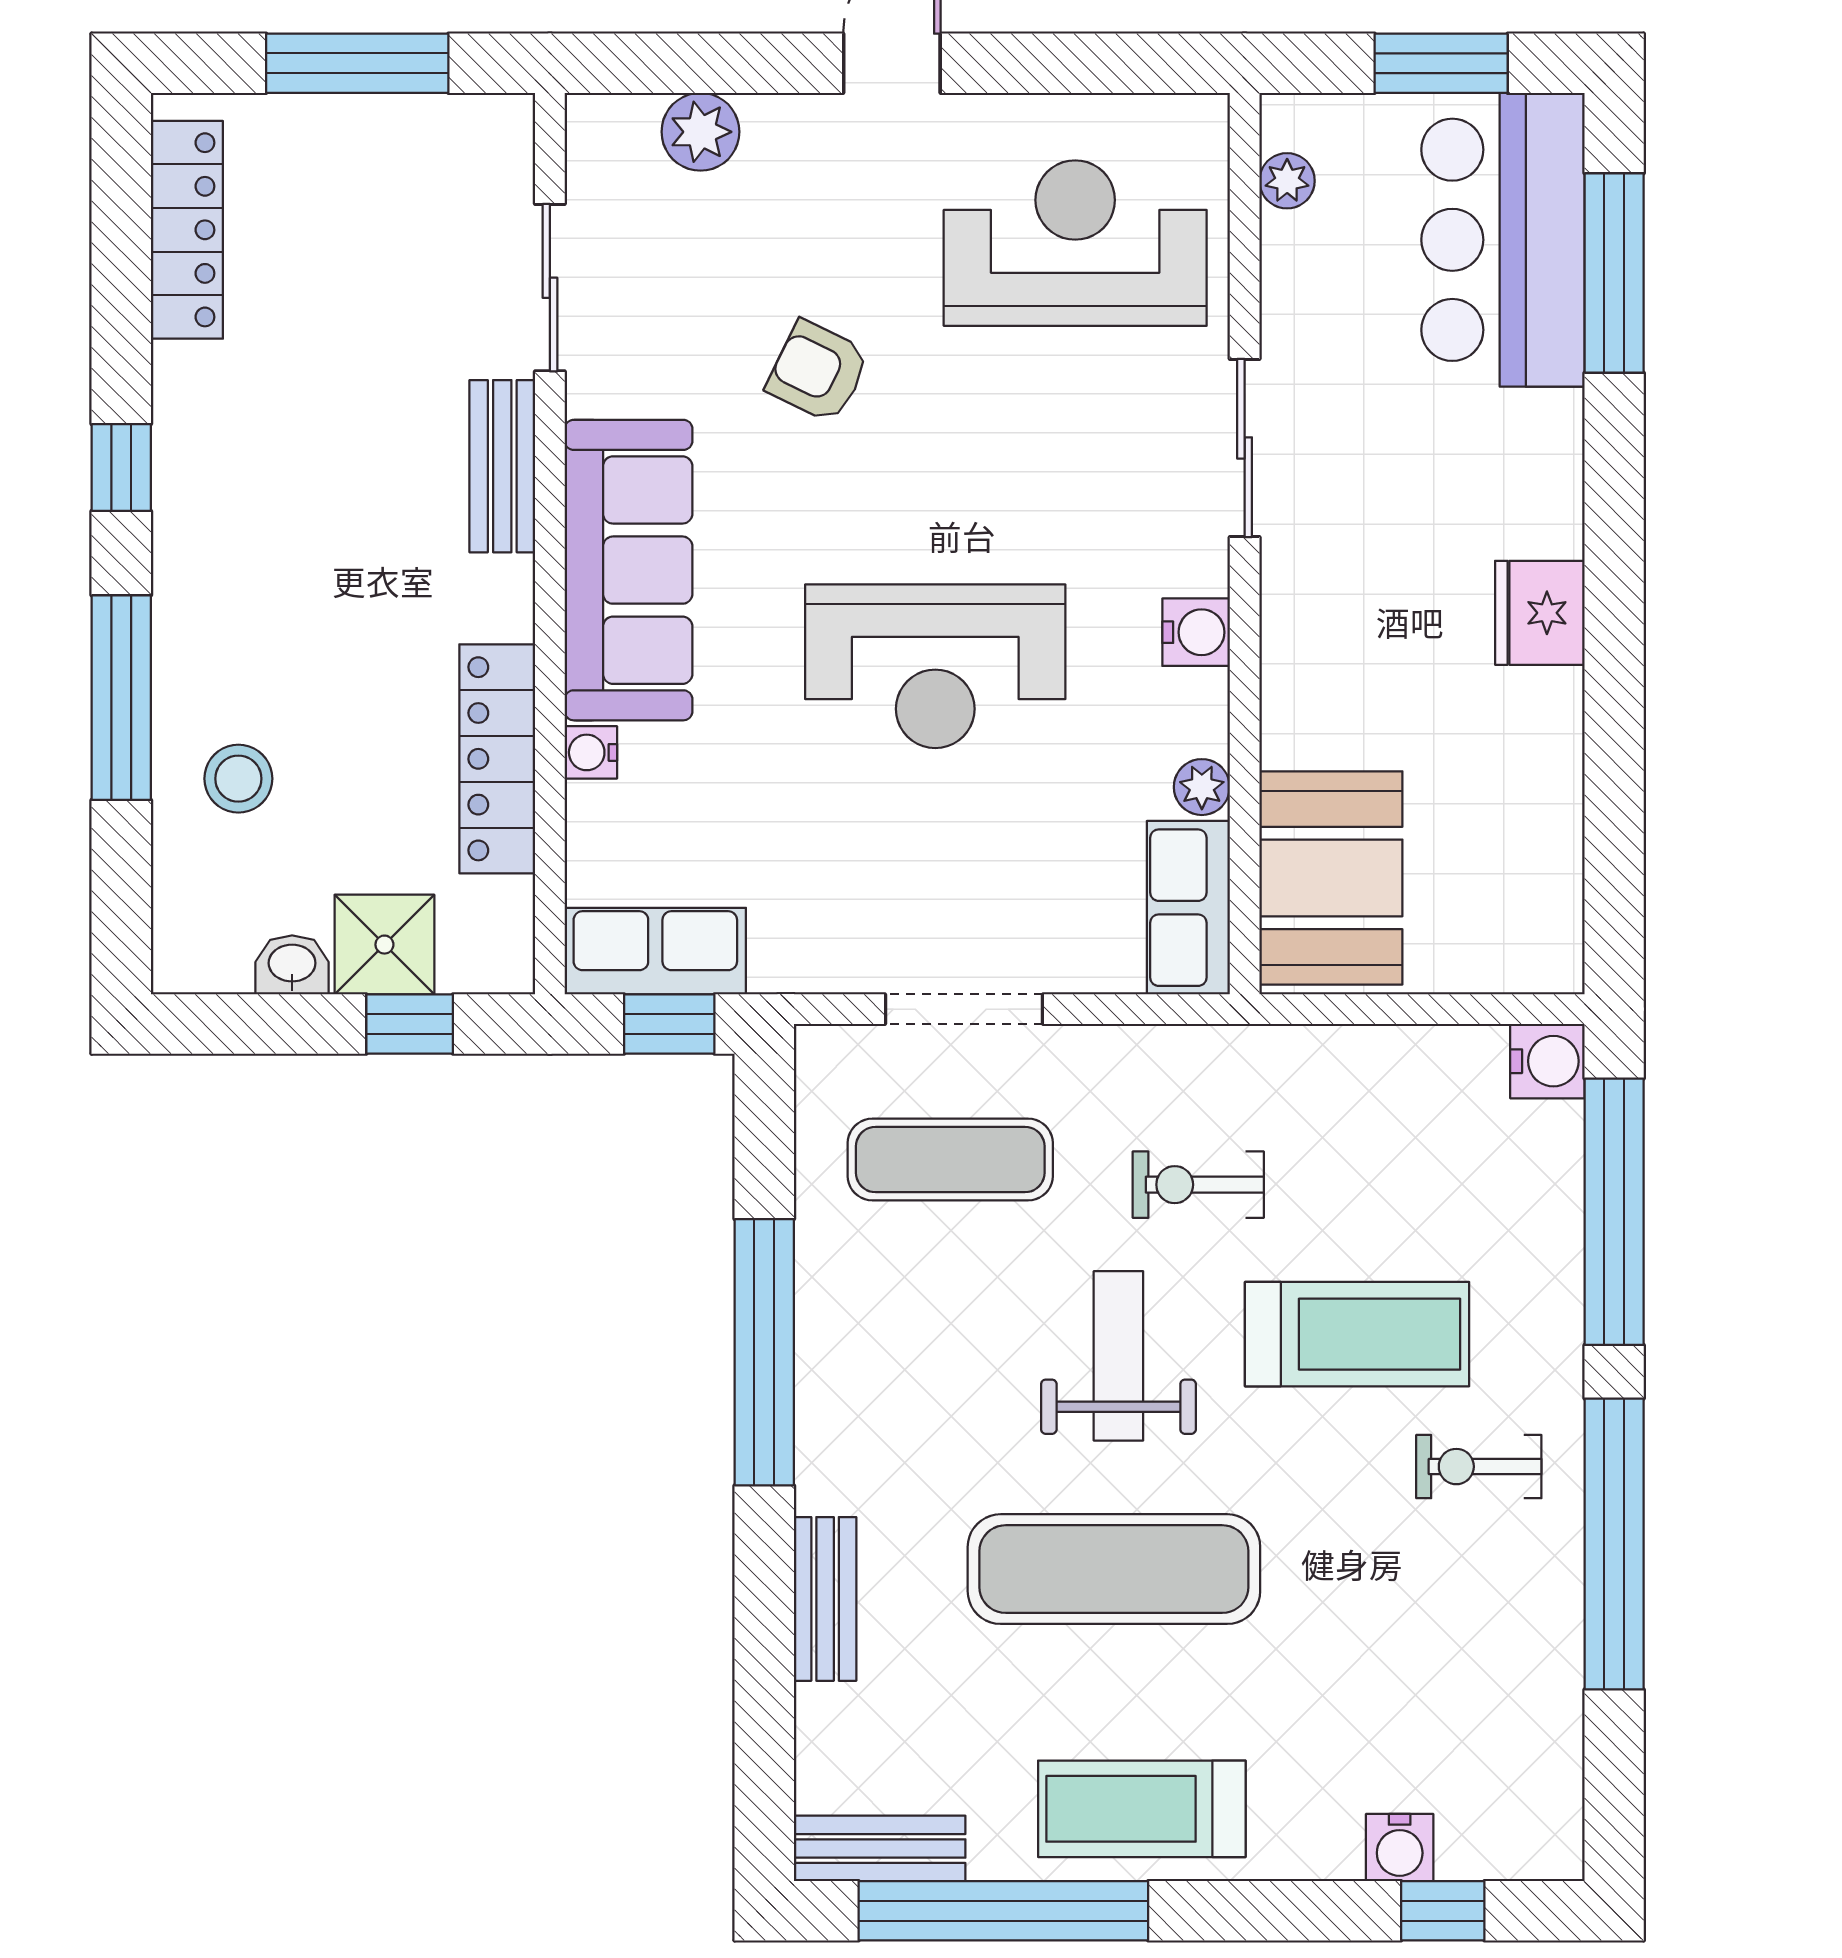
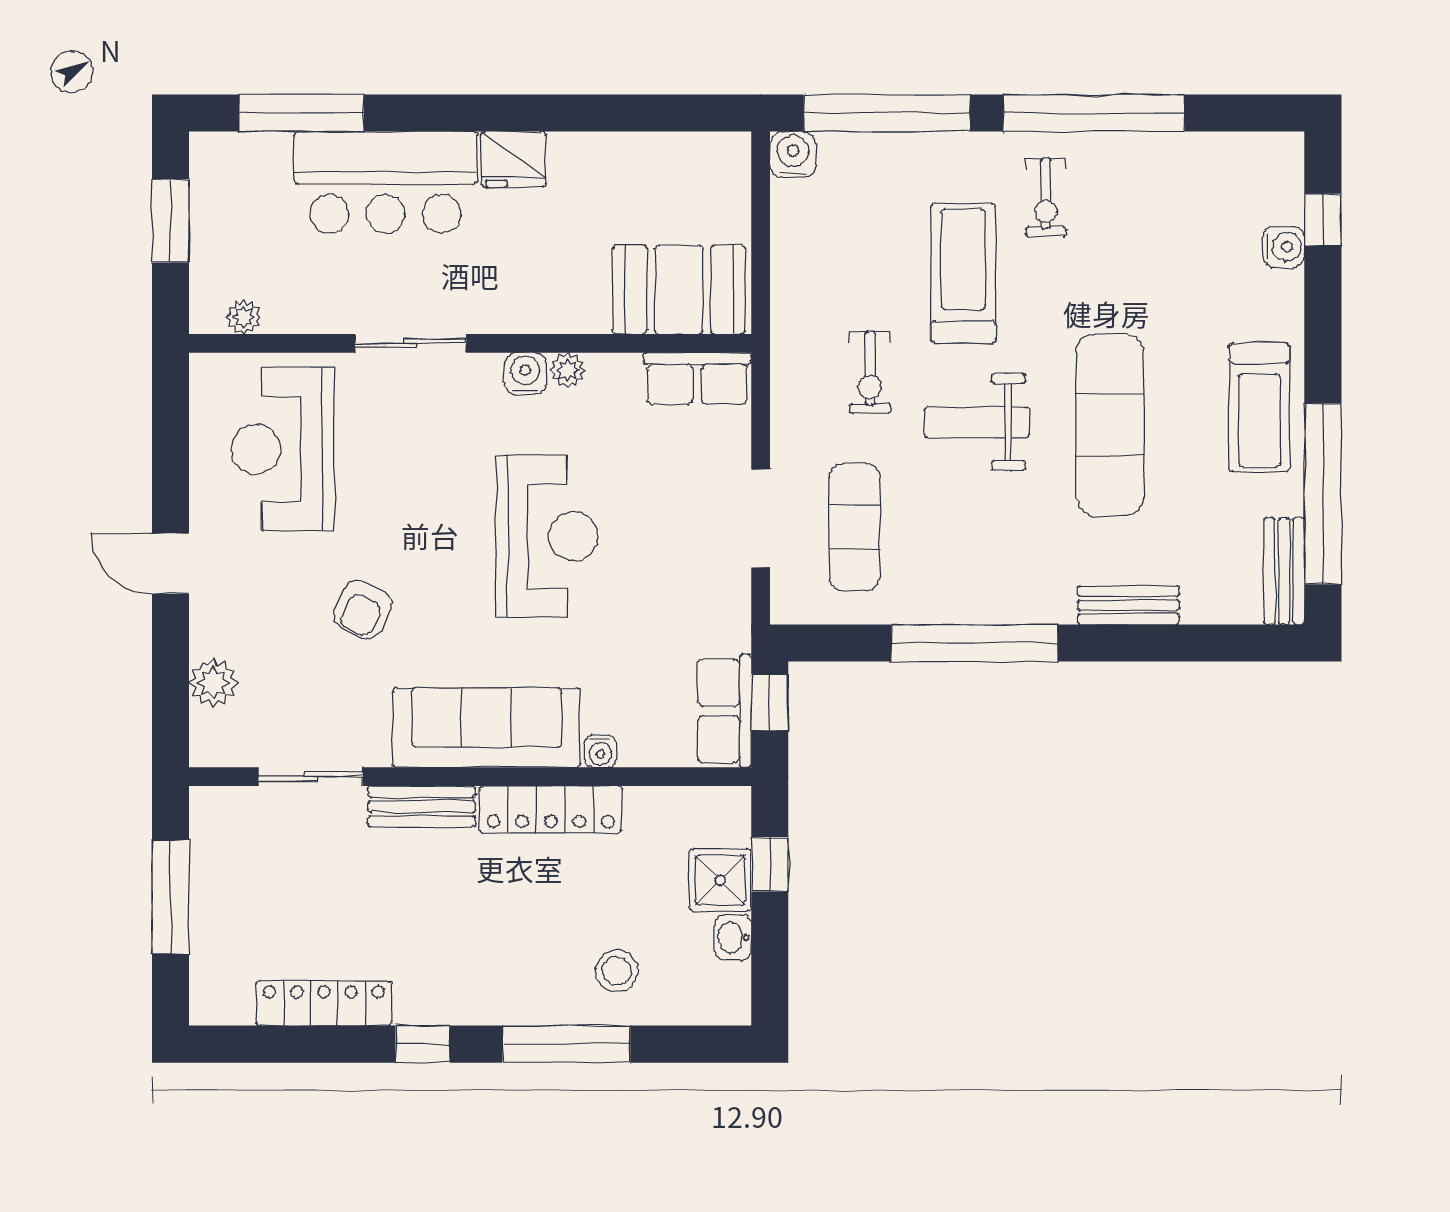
locker: (187, 230) -> (324, 1003), moved
bar counter: (1503, 240) -> (386, 182), moved
locker: (497, 759) -> (551, 810), moved
plant: (1202, 787) -> (568, 370), moved

